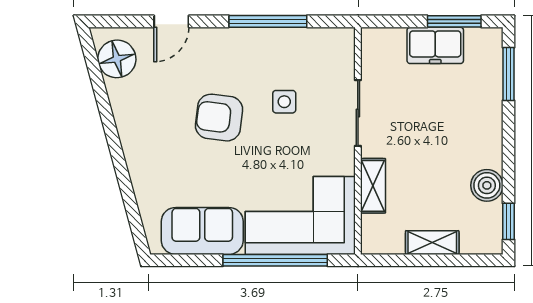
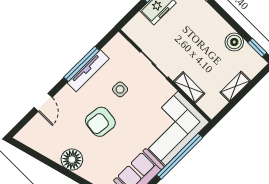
tv unit: (268, 38) -> (88, 71), added
floor lamp: (117, 59) -> (72, 160), moved

